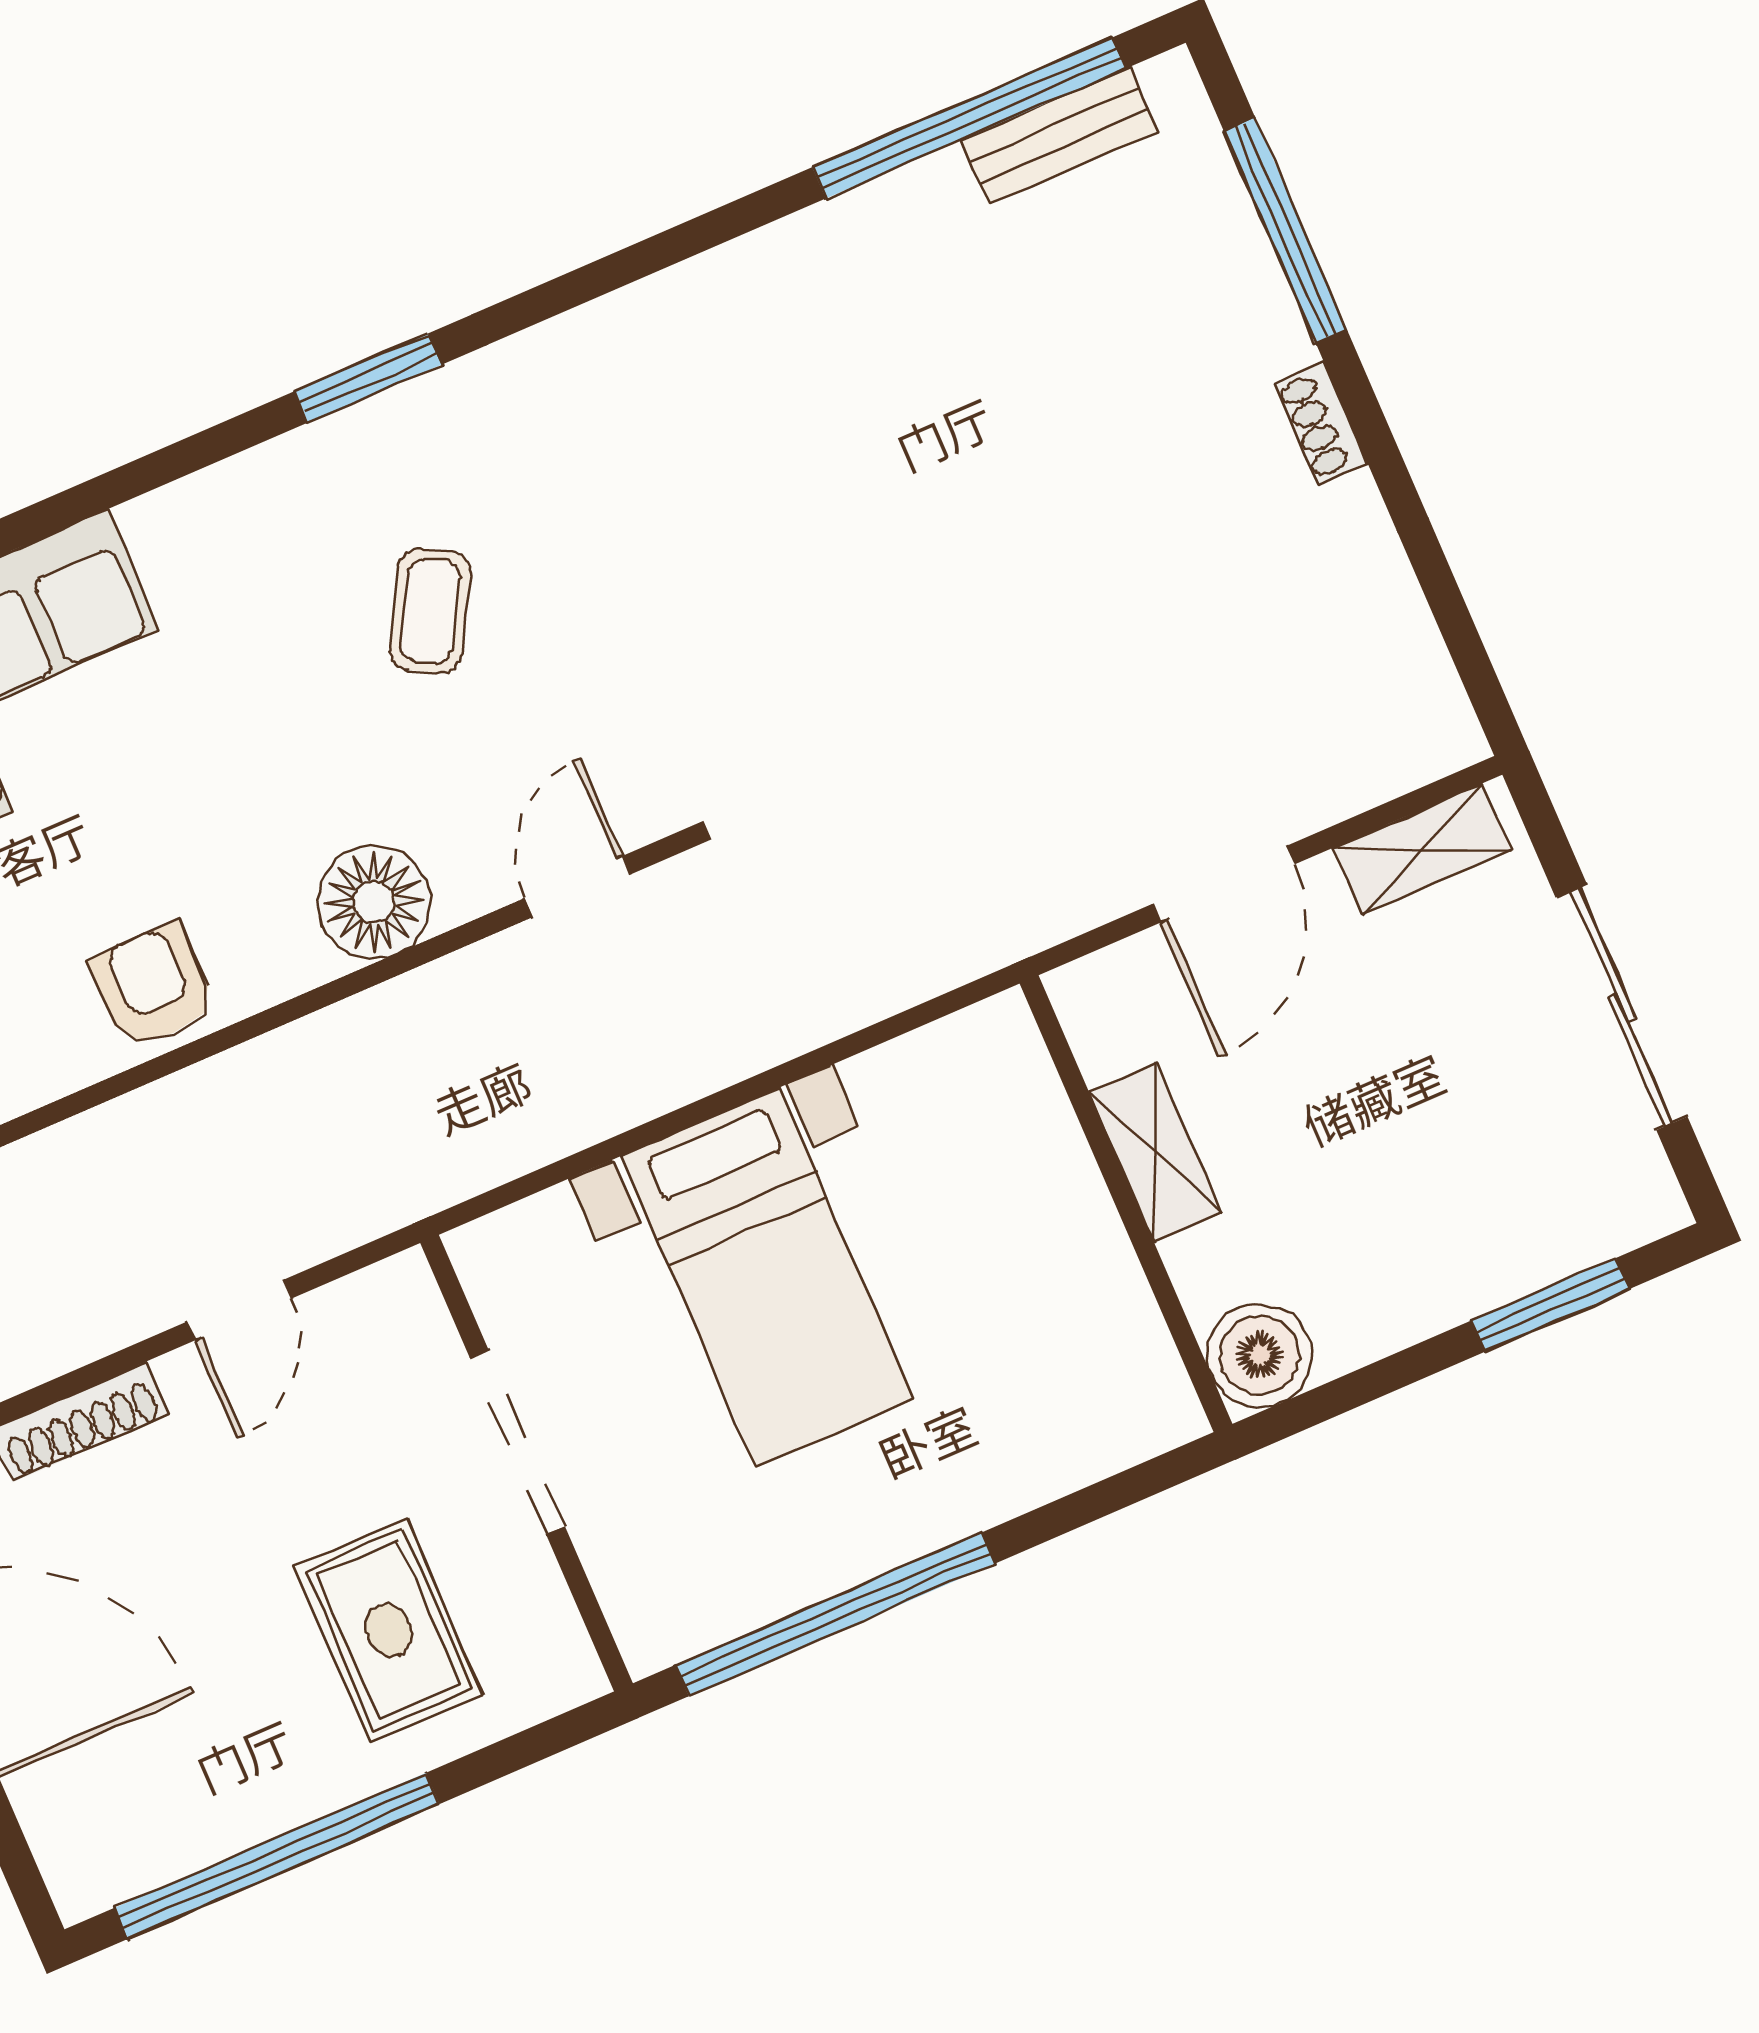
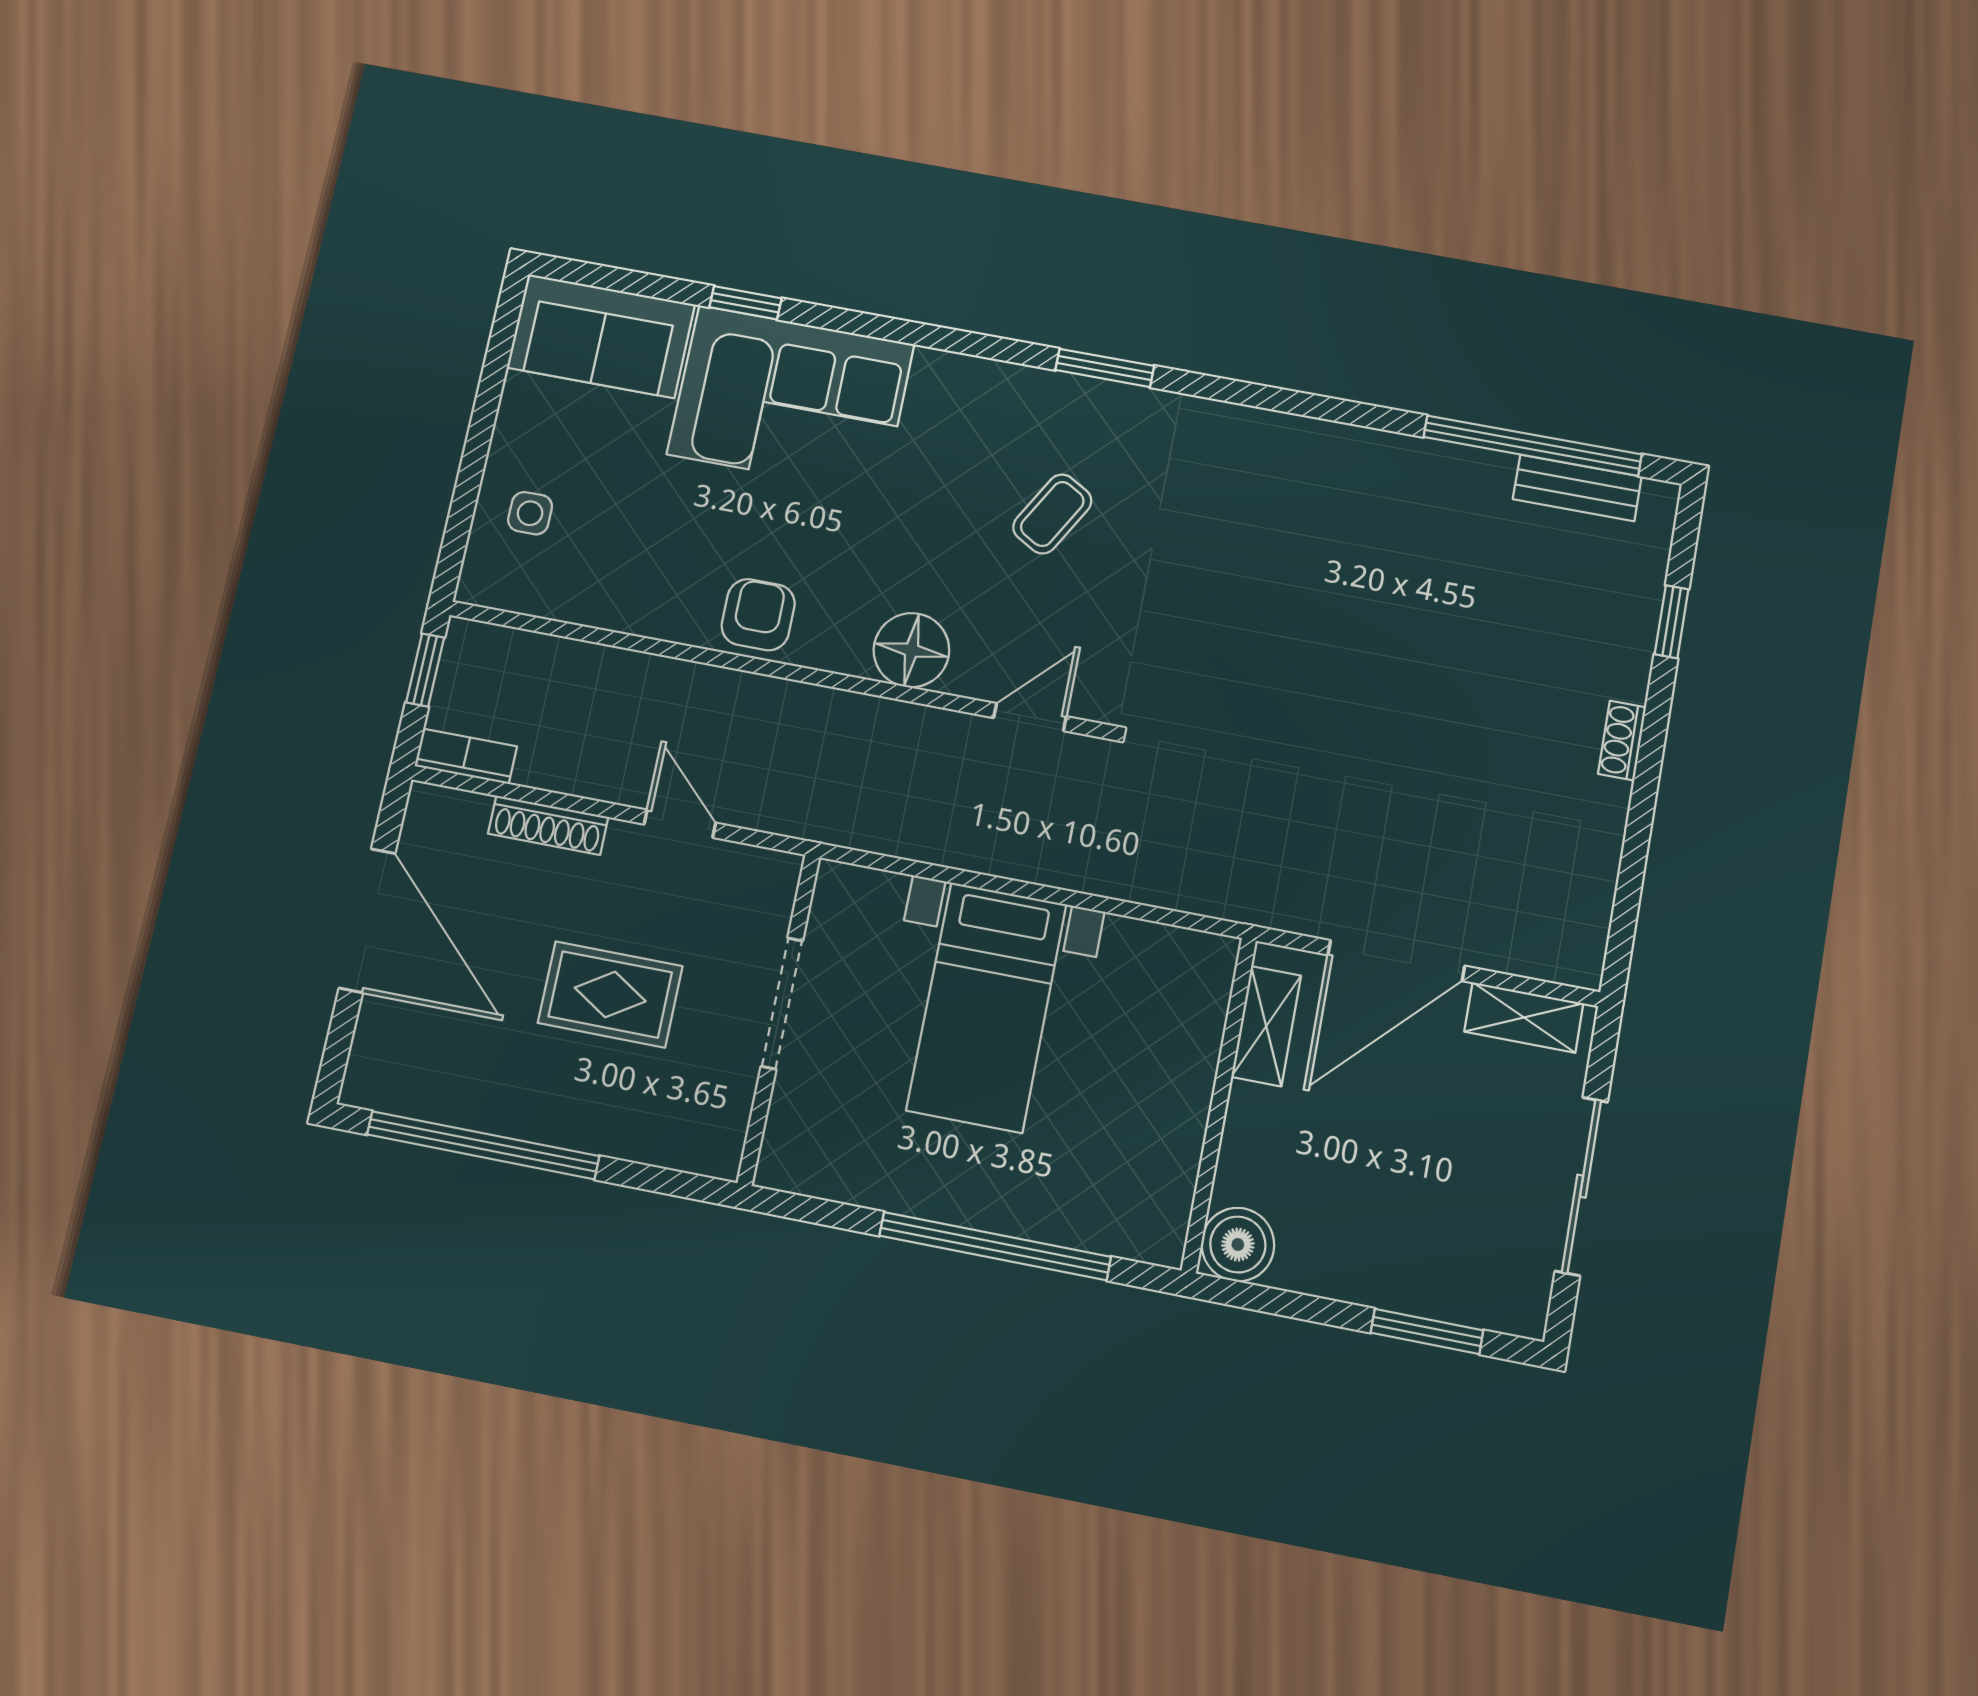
window: (1285, 230) -> (1672, 622), width x0.46
door: (1224, 884) -> (1396, 961), width x1.36
shelving: (1155, 1152) -> (1266, 1026), moved
door: (239, 1310) -> (680, 824), swing flipped
window: (835, 1614) -> (995, 1246), moved
rug: (389, 1630) -> (610, 994), moved, turned 90

